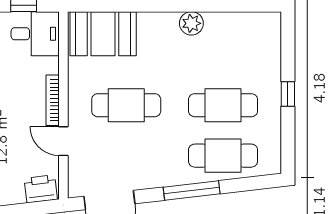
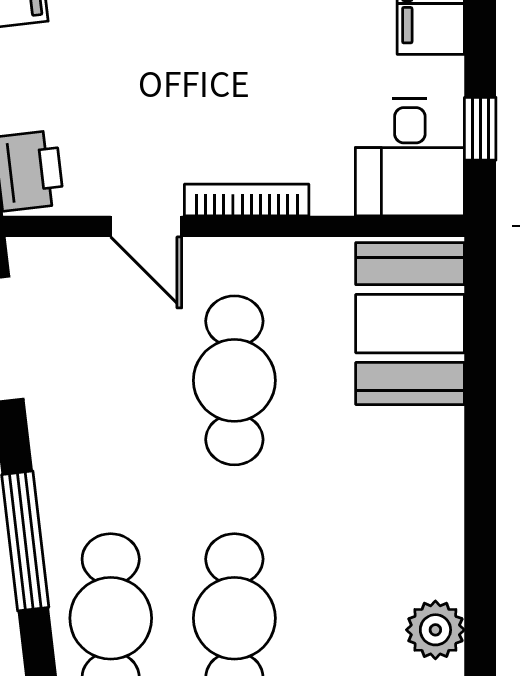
plant: (191, 23) -> (435, 630), moved
door: (63, 141) -> (146, 226), swing flipped

